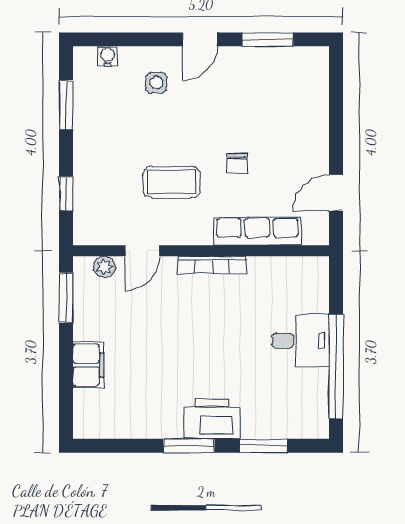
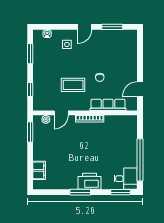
desk: (301, 340) -> (126, 179), moved
filing cabinet: (88, 365) -> (39, 170), moved
window: (263, 446) -> (121, 192), moved

